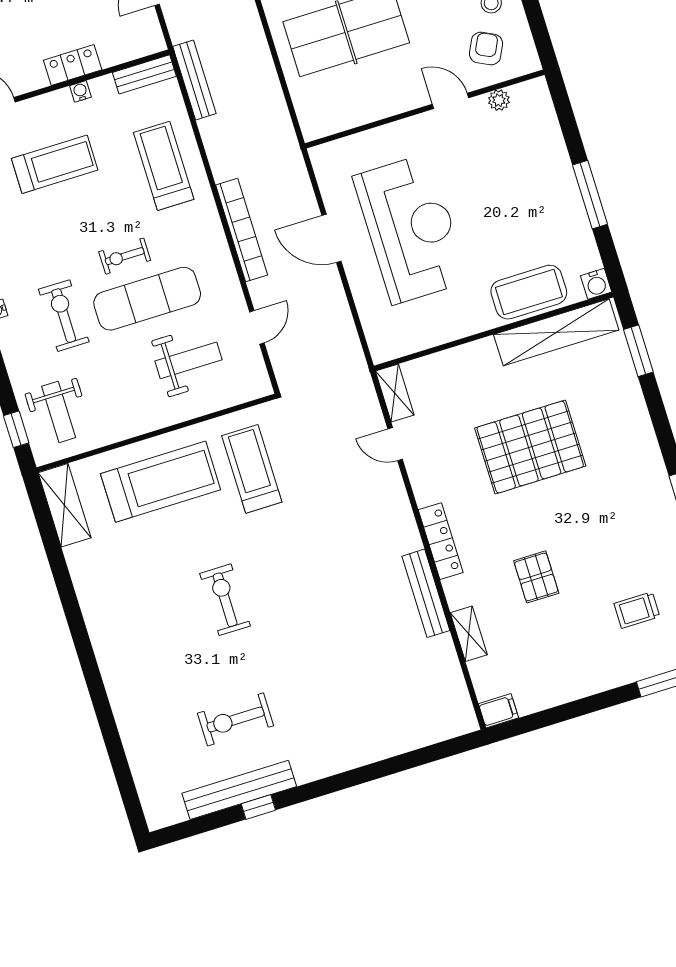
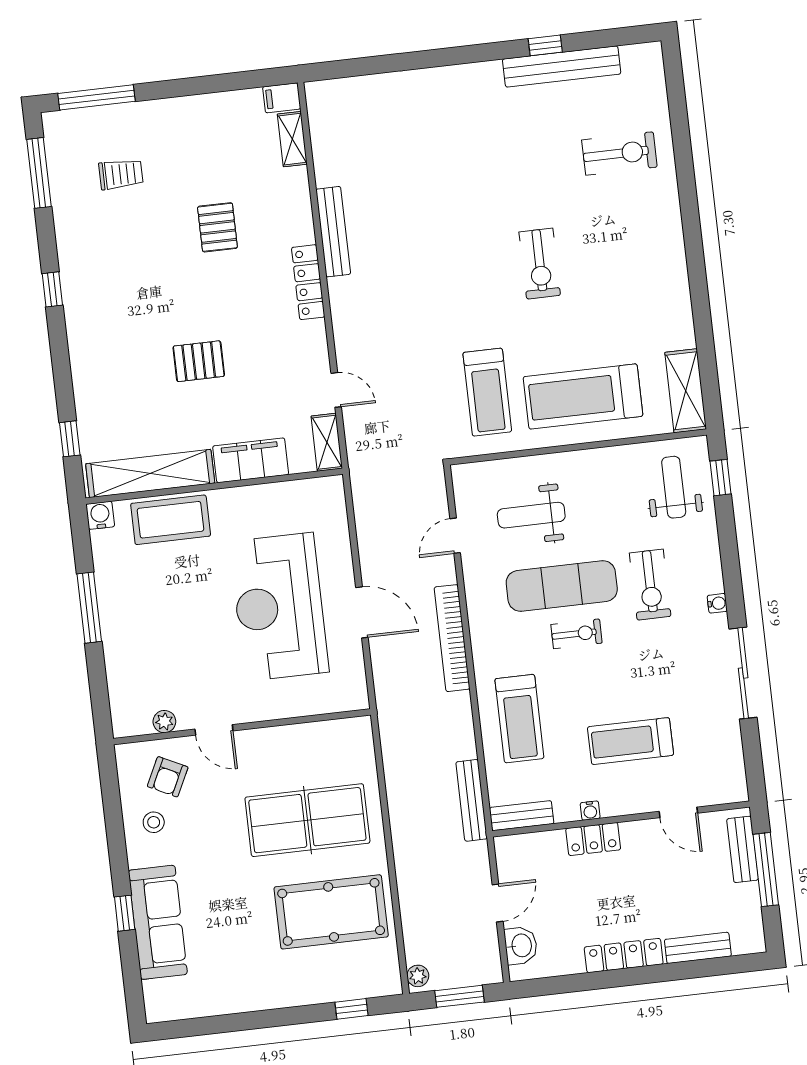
window: (638, 351) -> (70, 439), width x0.67
filing cabinet: (464, 363) -> (251, 460), added
pallet: (530, 447) -> (199, 361), width x0.49, depth x0.50
shelving: (469, 634) -> (292, 139), moved
exercise bike: (235, 719) -> (619, 153), moved

